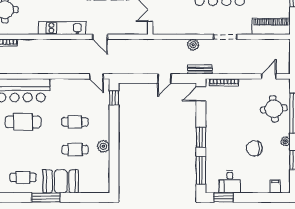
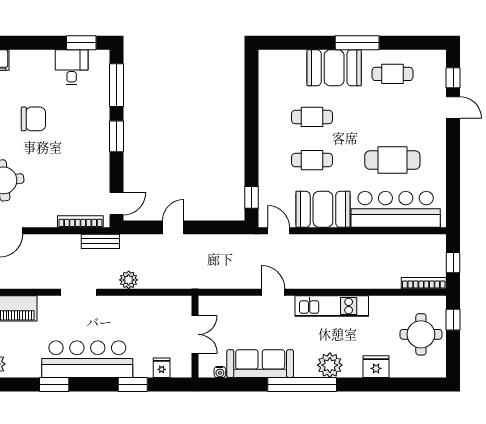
bench: (200, 69) -> (100, 241), moved
booth: (68, 90) -> (323, 209), added
plant: (103, 146) -> (268, 122), removed

